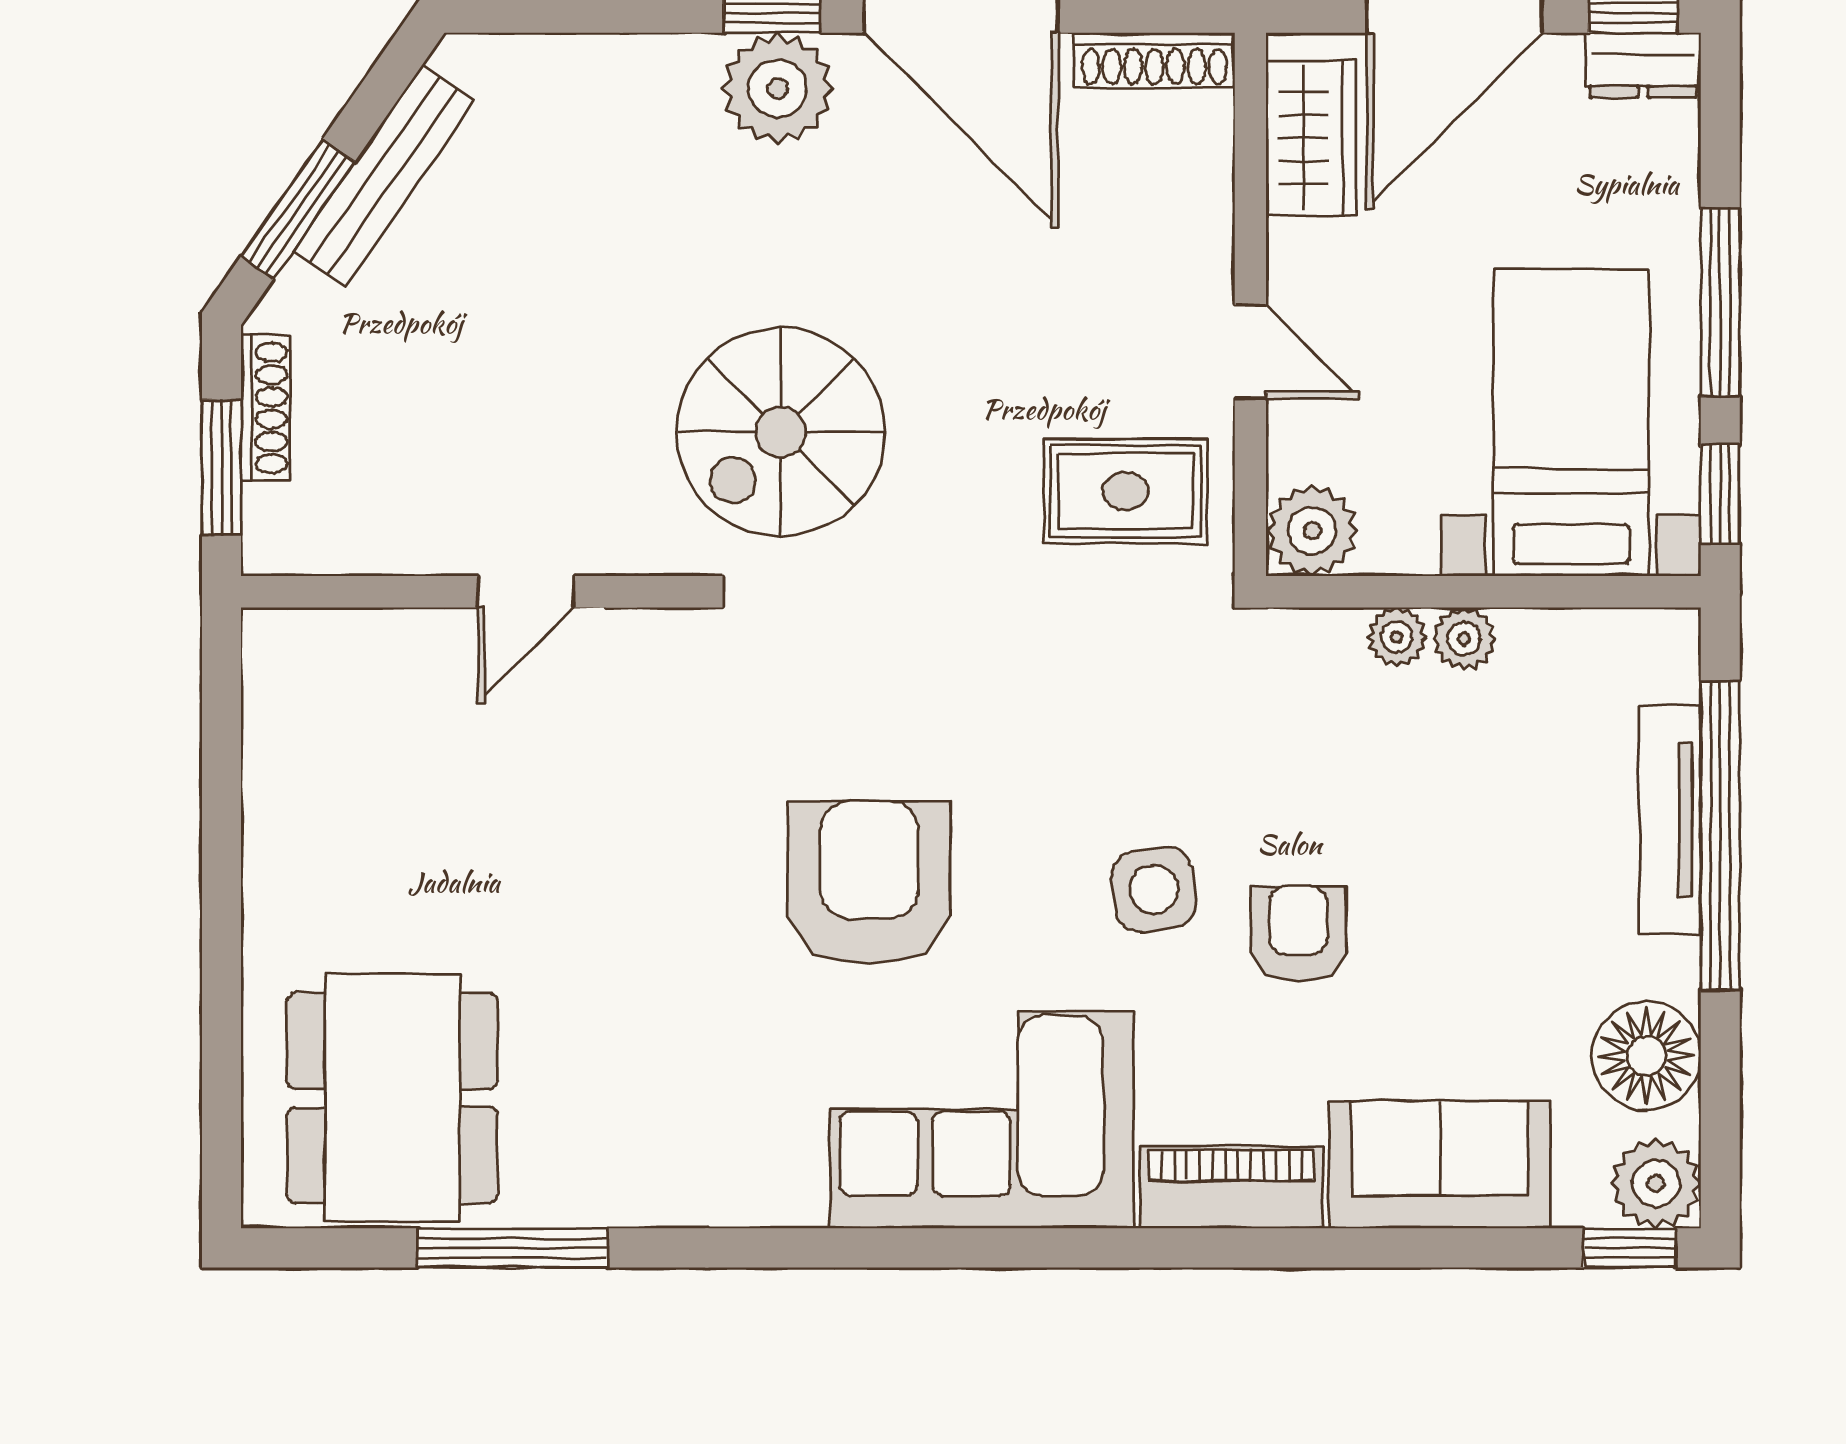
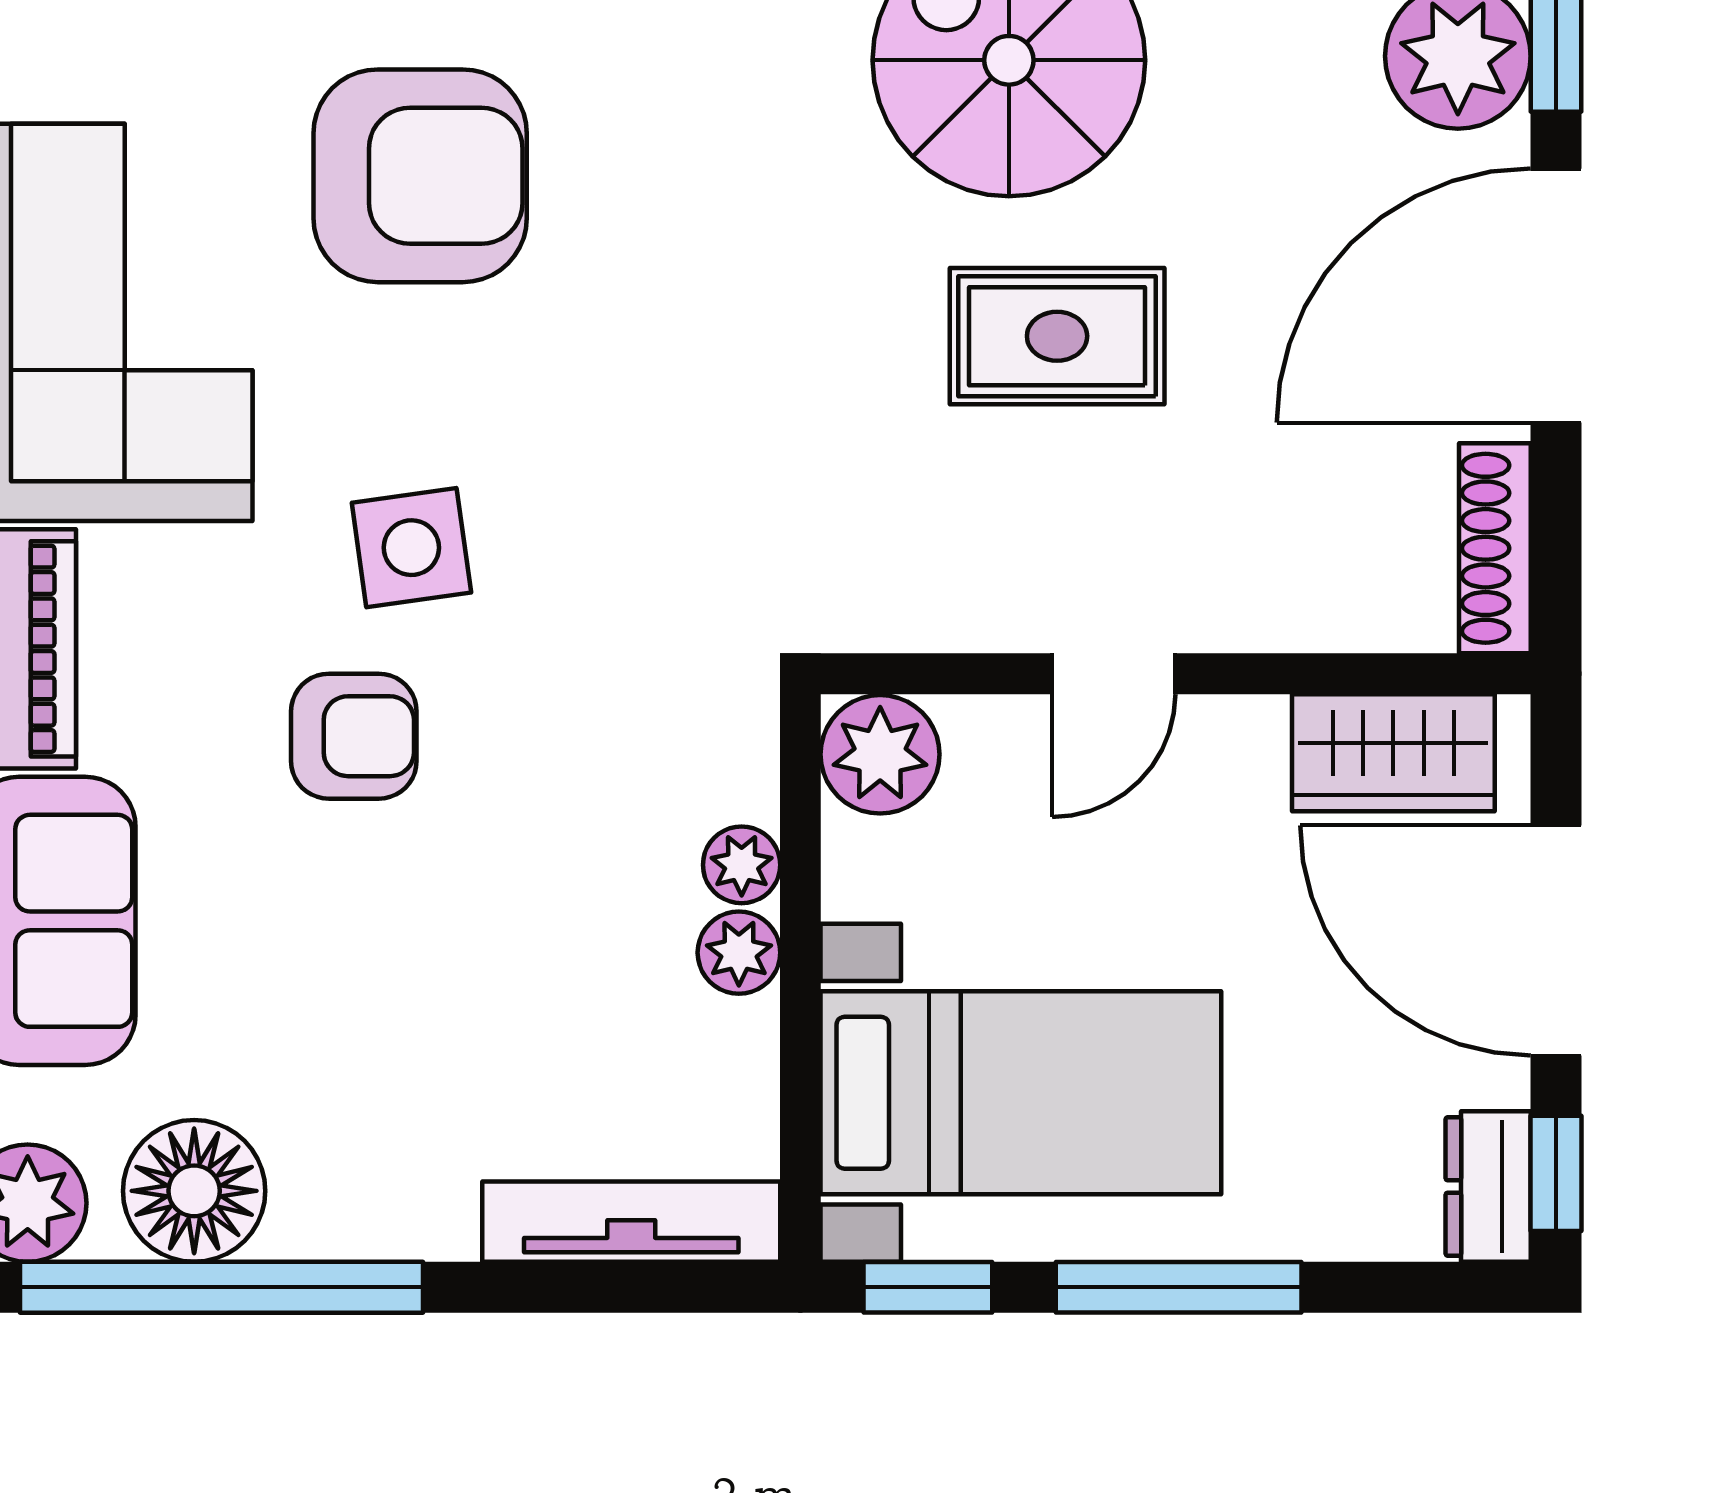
rug: (1126, 491) -> (1057, 336), moved, turned 90
tv unit: (1670, 820) -> (631, 1222), moved
window: (1720, 836) -> (221, 1287), moved

